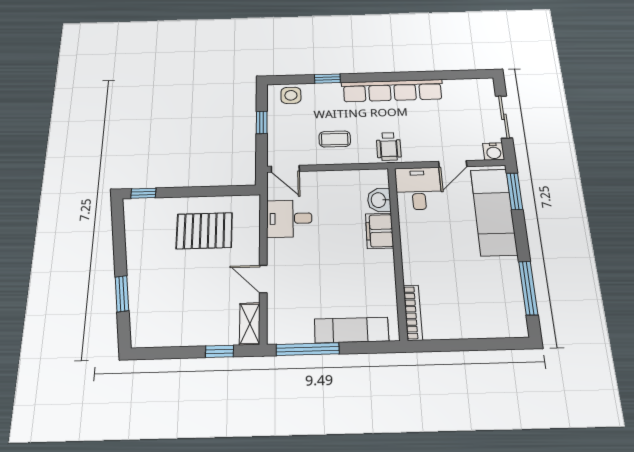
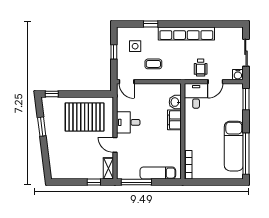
side table: (291, 95) -> (135, 46), moved
wheelchair: (389, 146) -> (201, 68), moved
exam couch: (494, 212) -> (234, 146), moved
desk: (289, 218) -> (128, 122), moved
pallet: (204, 231) -> (85, 117), width x1.37, depth x1.41
window: (528, 288) -> (246, 154), width x1.46
window: (122, 294) -> (42, 127), moved

